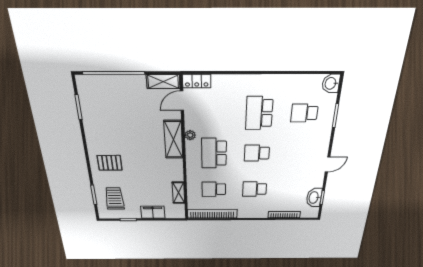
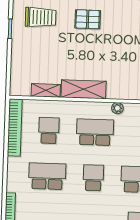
shelving: (173, 140) -> (84, 89), moved
pallet: (110, 163) -> (88, 19), turned 90
school desk: (255, 189) -> (47, 176), width x1.85
filing cabinet: (153, 212) -> (20, 59), removed

